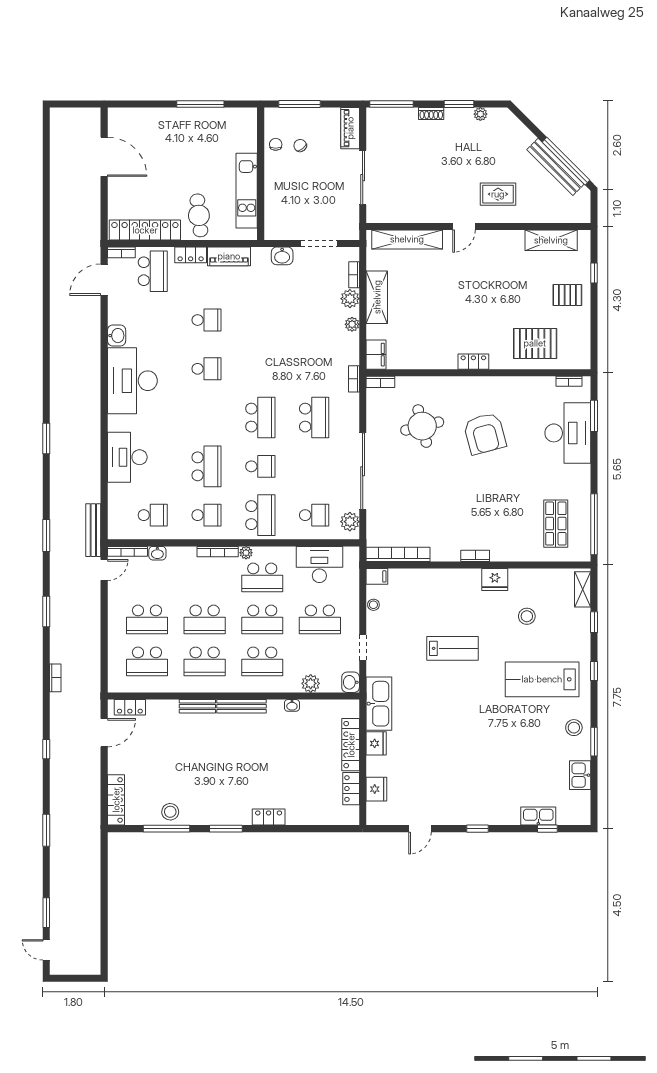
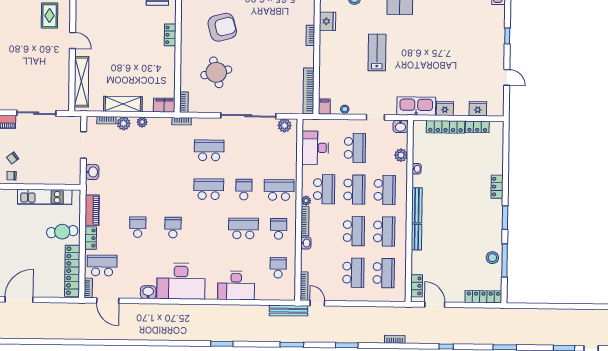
school desk: (314, 515) -> (280, 151), removed
washbasin: (157, 553) -> (306, 243), moved

